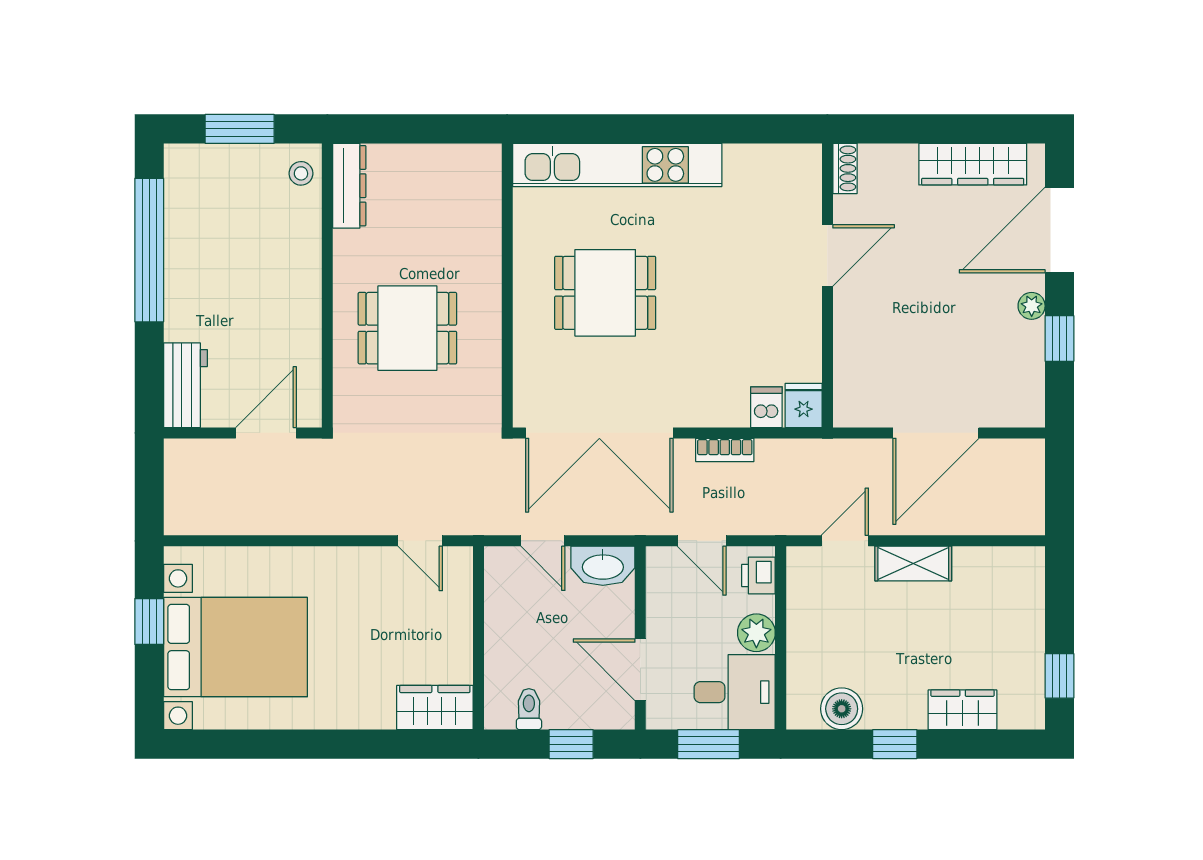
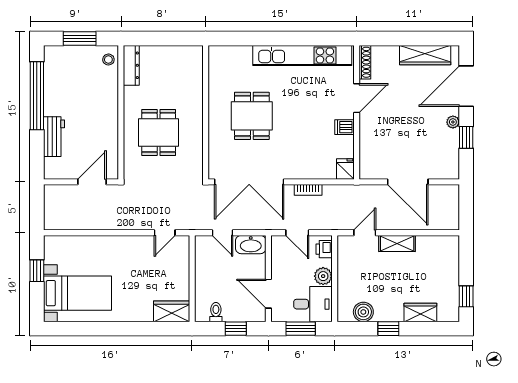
kitchen unit: (617, 165) -> (302, 56), moved
shoe rack: (845, 168) -> (365, 62), width x1.43
dining table: (605, 293) -> (252, 116), turned 90
dining table: (407, 328) -> (159, 132), turned 90
workbench: (185, 385) -> (54, 137), moved
dishwasher: (766, 407) -> (344, 127), moved, turned -90
door: (936, 433) -> (408, 182), hinge flipped
door: (420, 541) -> (165, 233), hinge flipped
bed with nightstands: (236, 647) -> (78, 293), width x0.73

